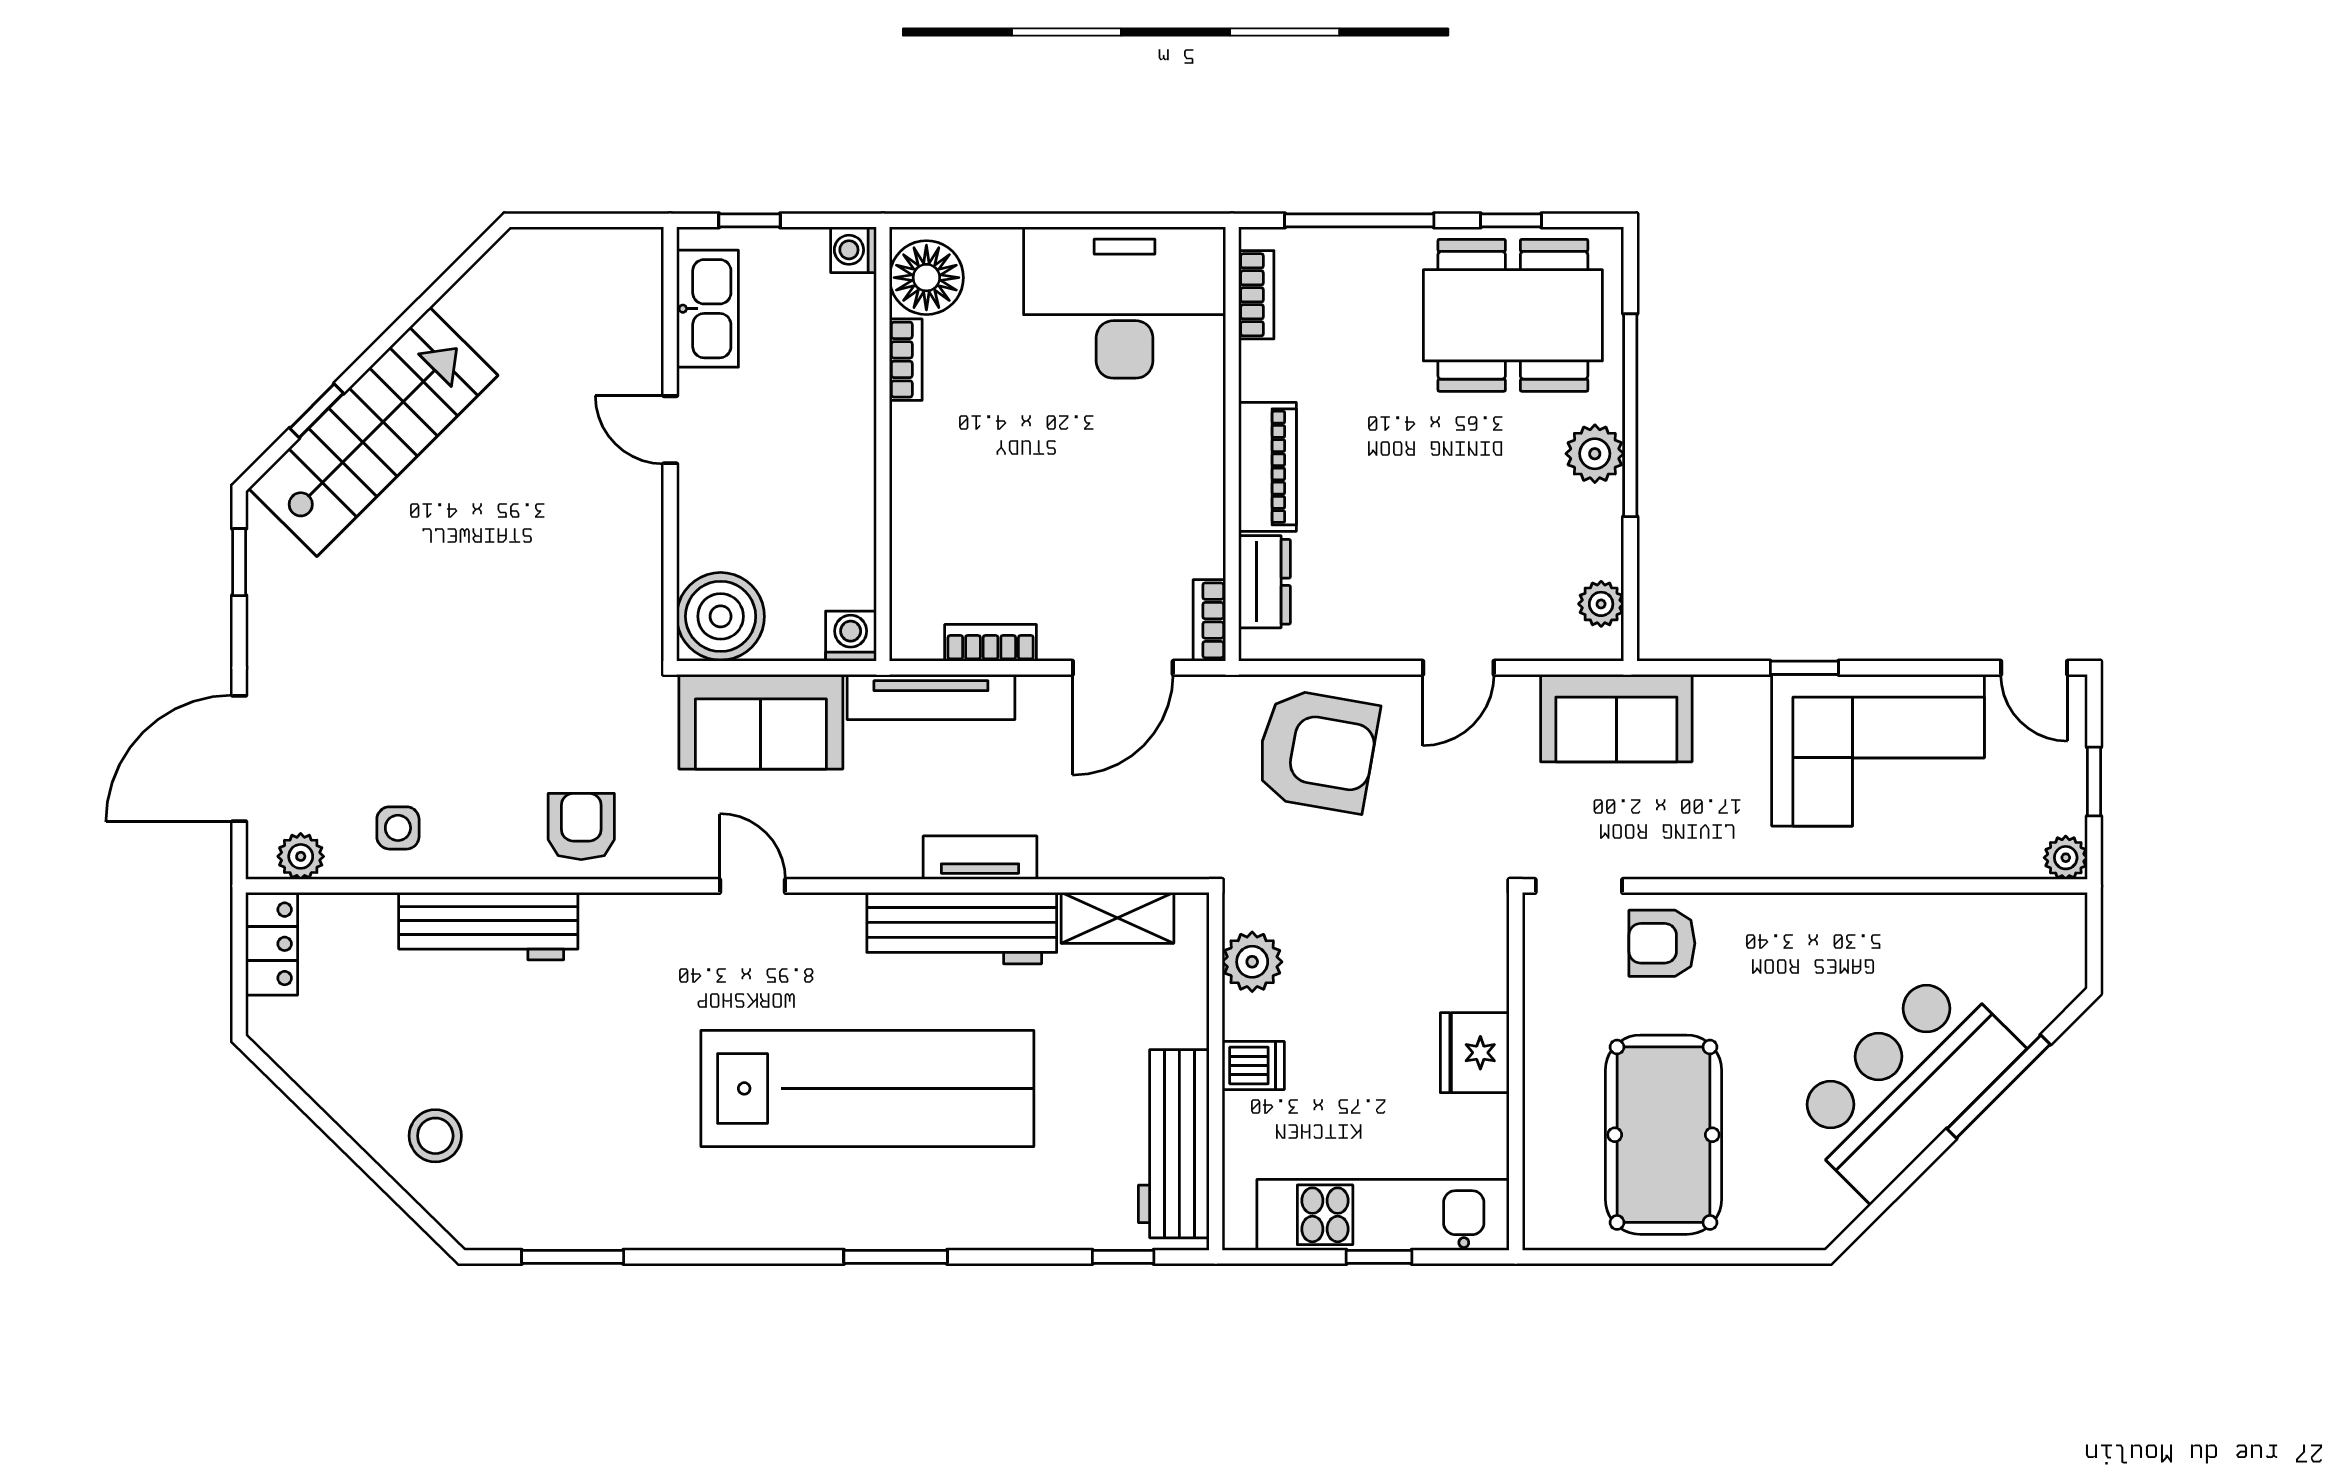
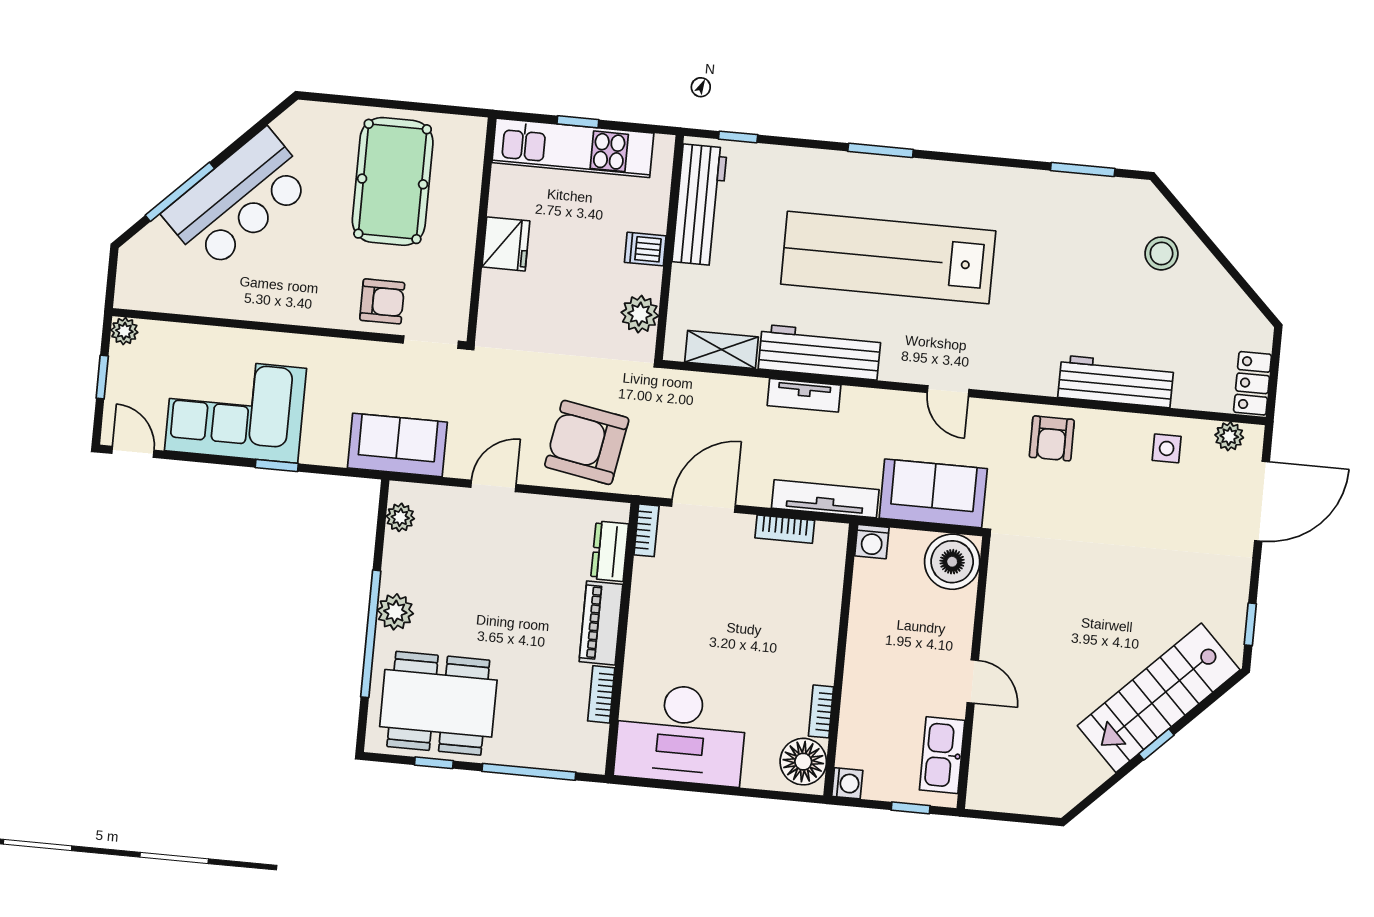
bookcase: (1256, 295) -> (601, 694), moved
window: (317, 411) -> (1156, 744), moved

